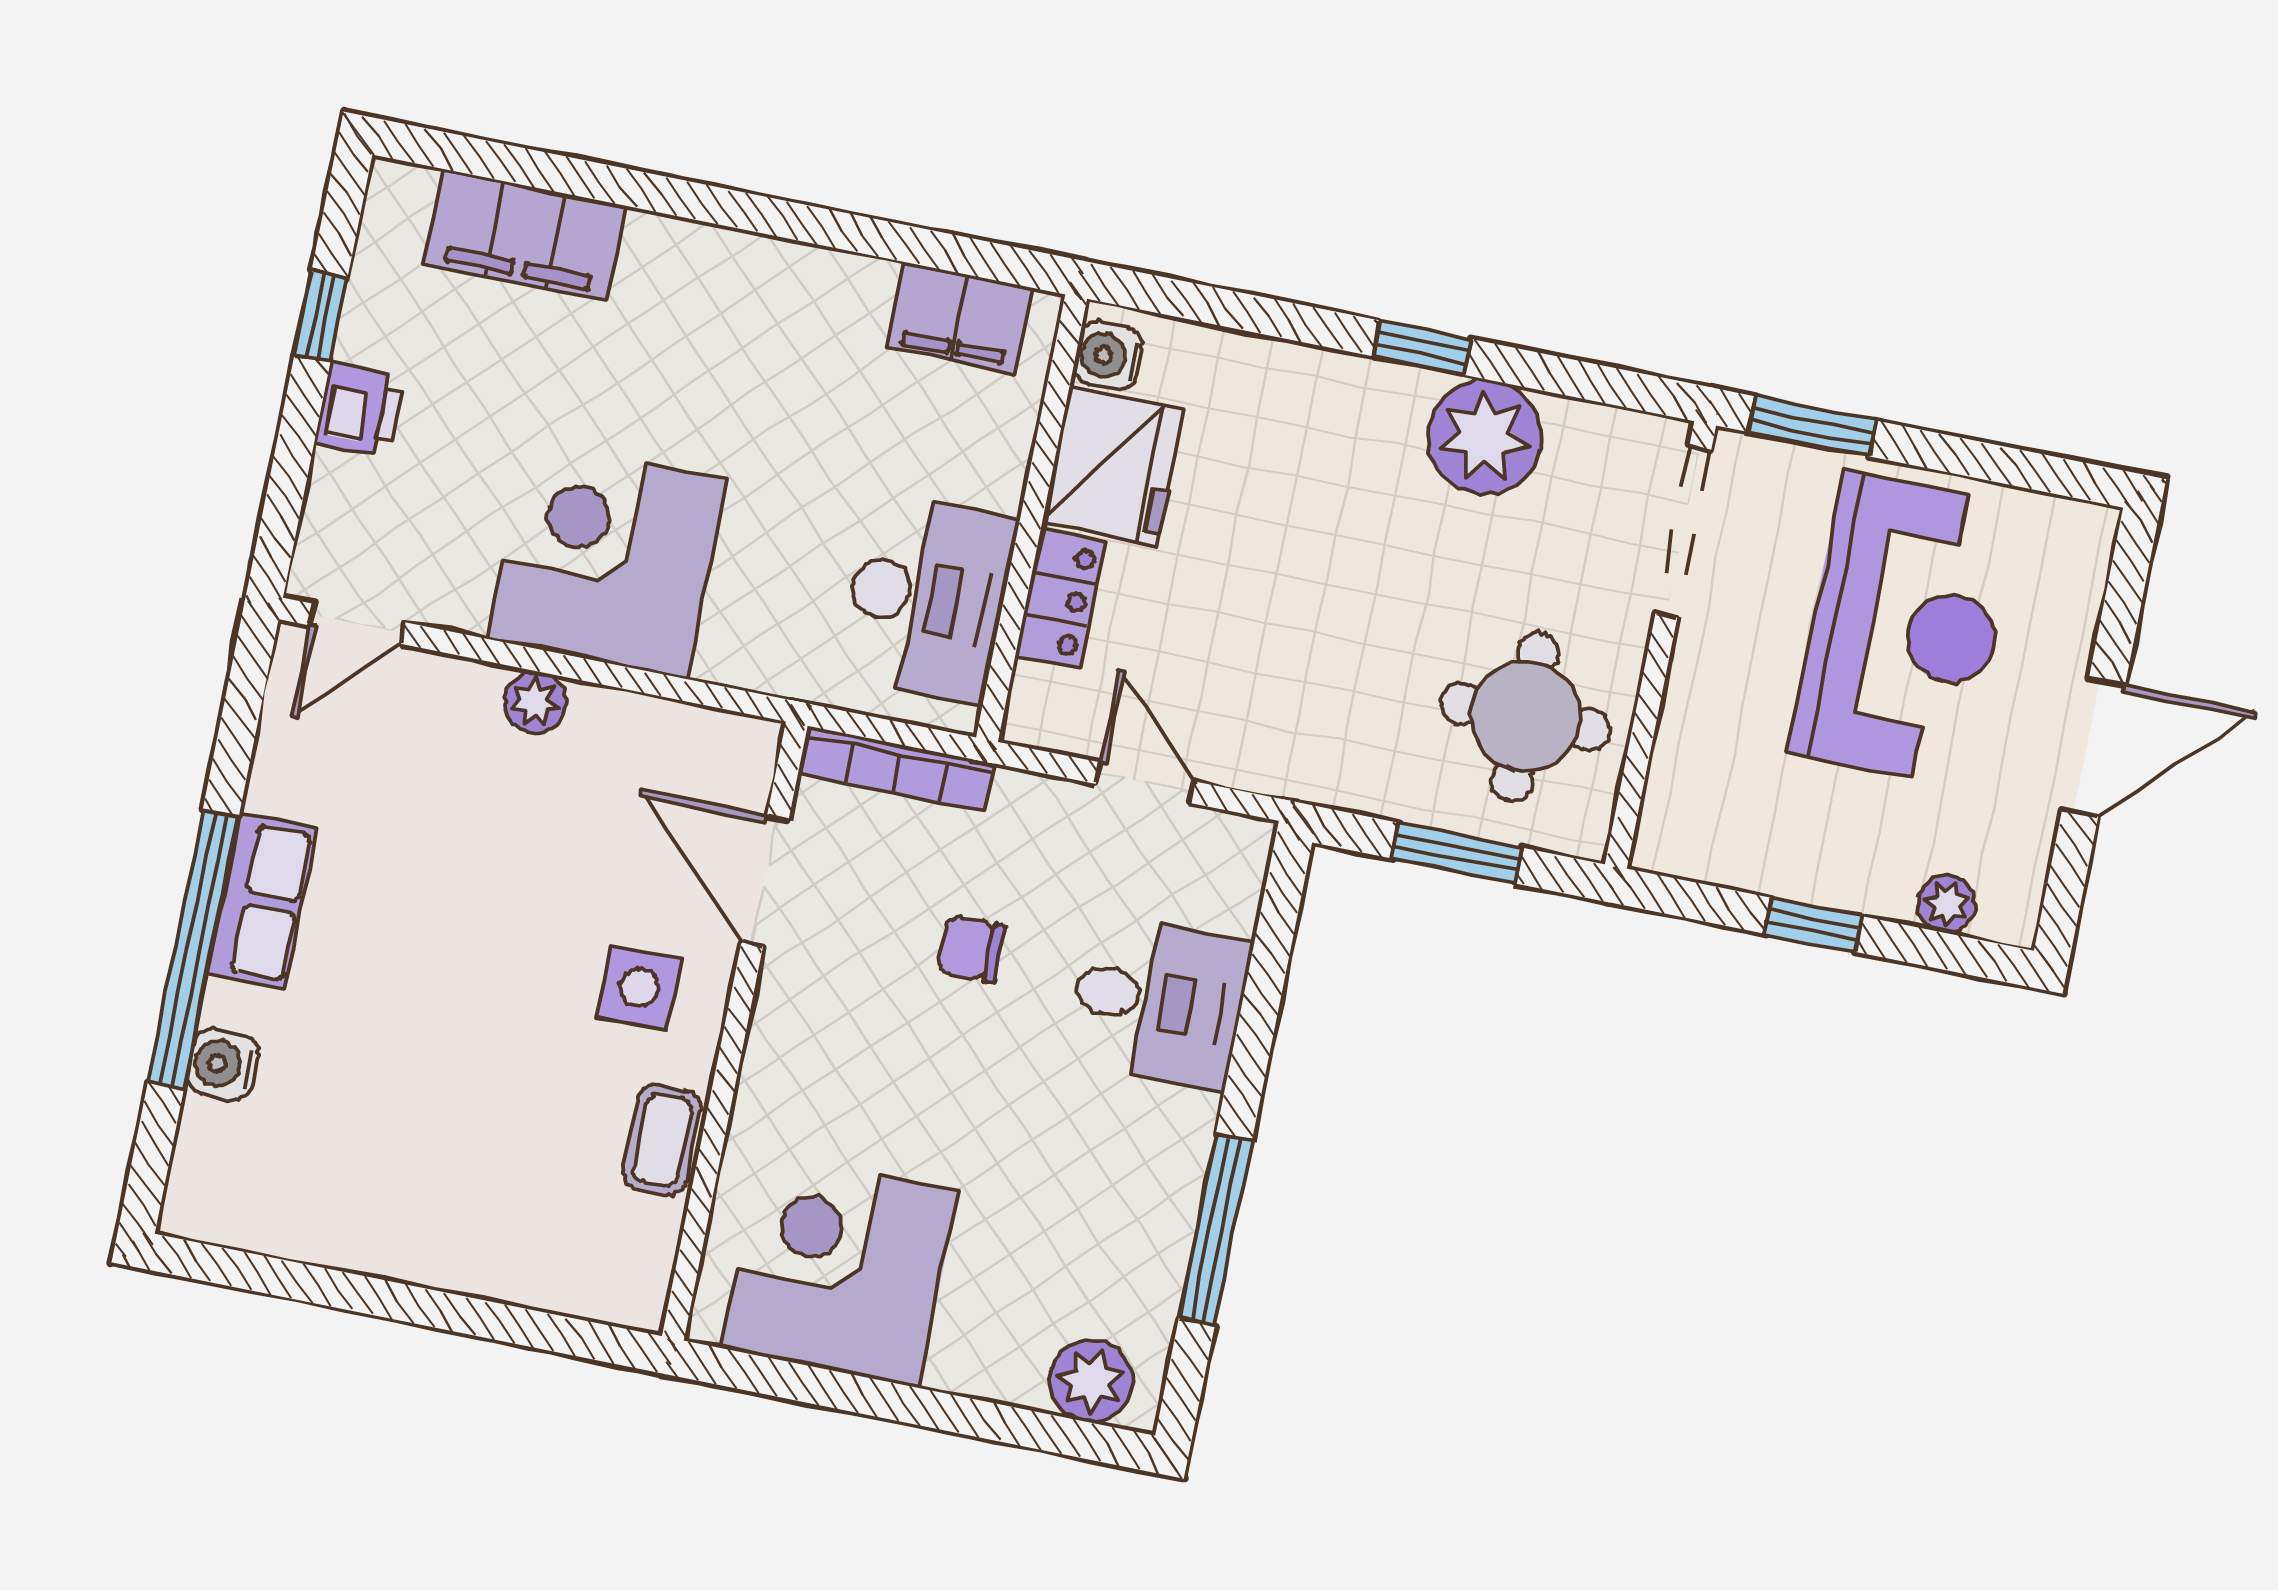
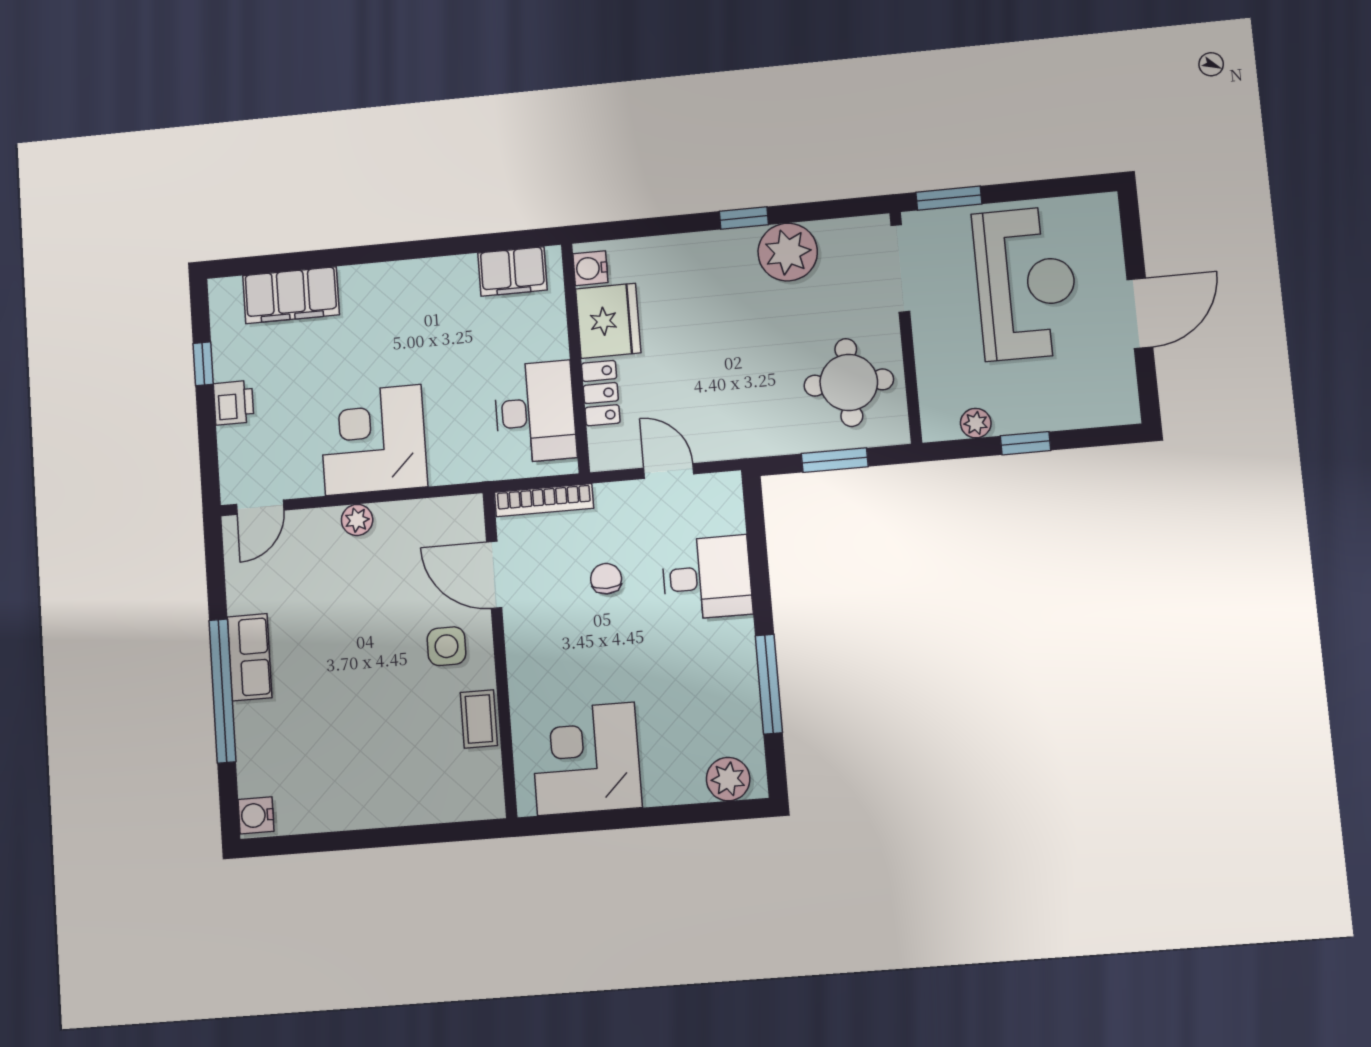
plant: (1947, 904) -> (976, 423), moved
chair: (972, 949) -> (606, 579), turned 90
water cooler: (223, 1064) -> (256, 815), moved

